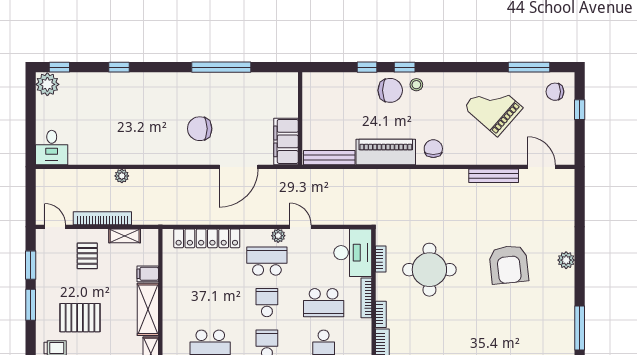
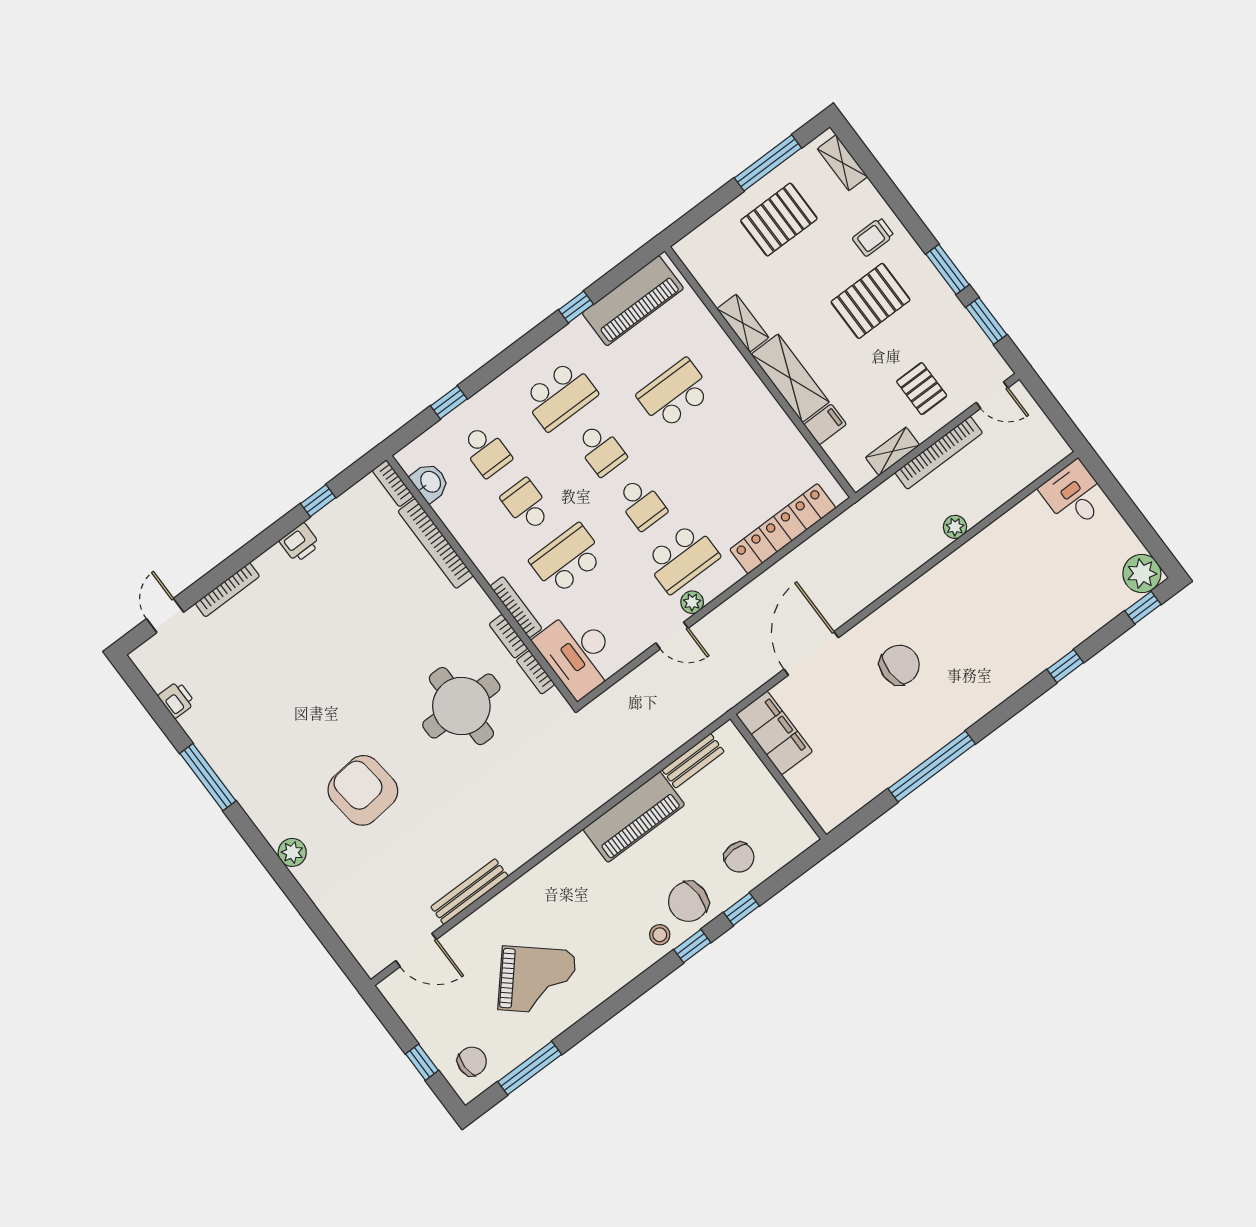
chair: (433, 149) -> (739, 857), moved
bench: (329, 158) -> (693, 761), width x0.73
bookcase: (381, 314) -> (508, 636), moved

